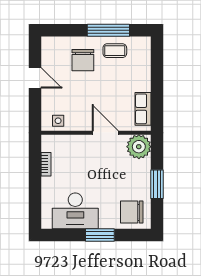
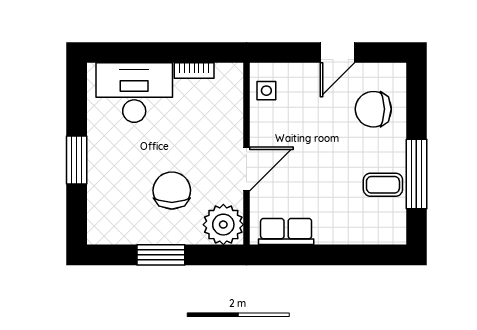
coffee table: (115, 51) -> (383, 185), turned 90
chair: (83, 60) -> (373, 109), moved
desk: (75, 211) -> (134, 93), moved, turned 90
chair: (132, 212) -> (172, 190), moved

